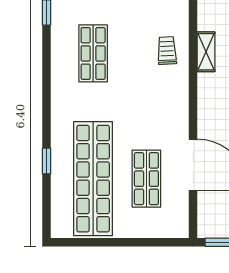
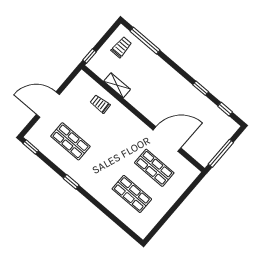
window: (46, 161) -> (71, 182), moved
shop shelf: (93, 179) -> (132, 194), width x0.50, depth x0.74

